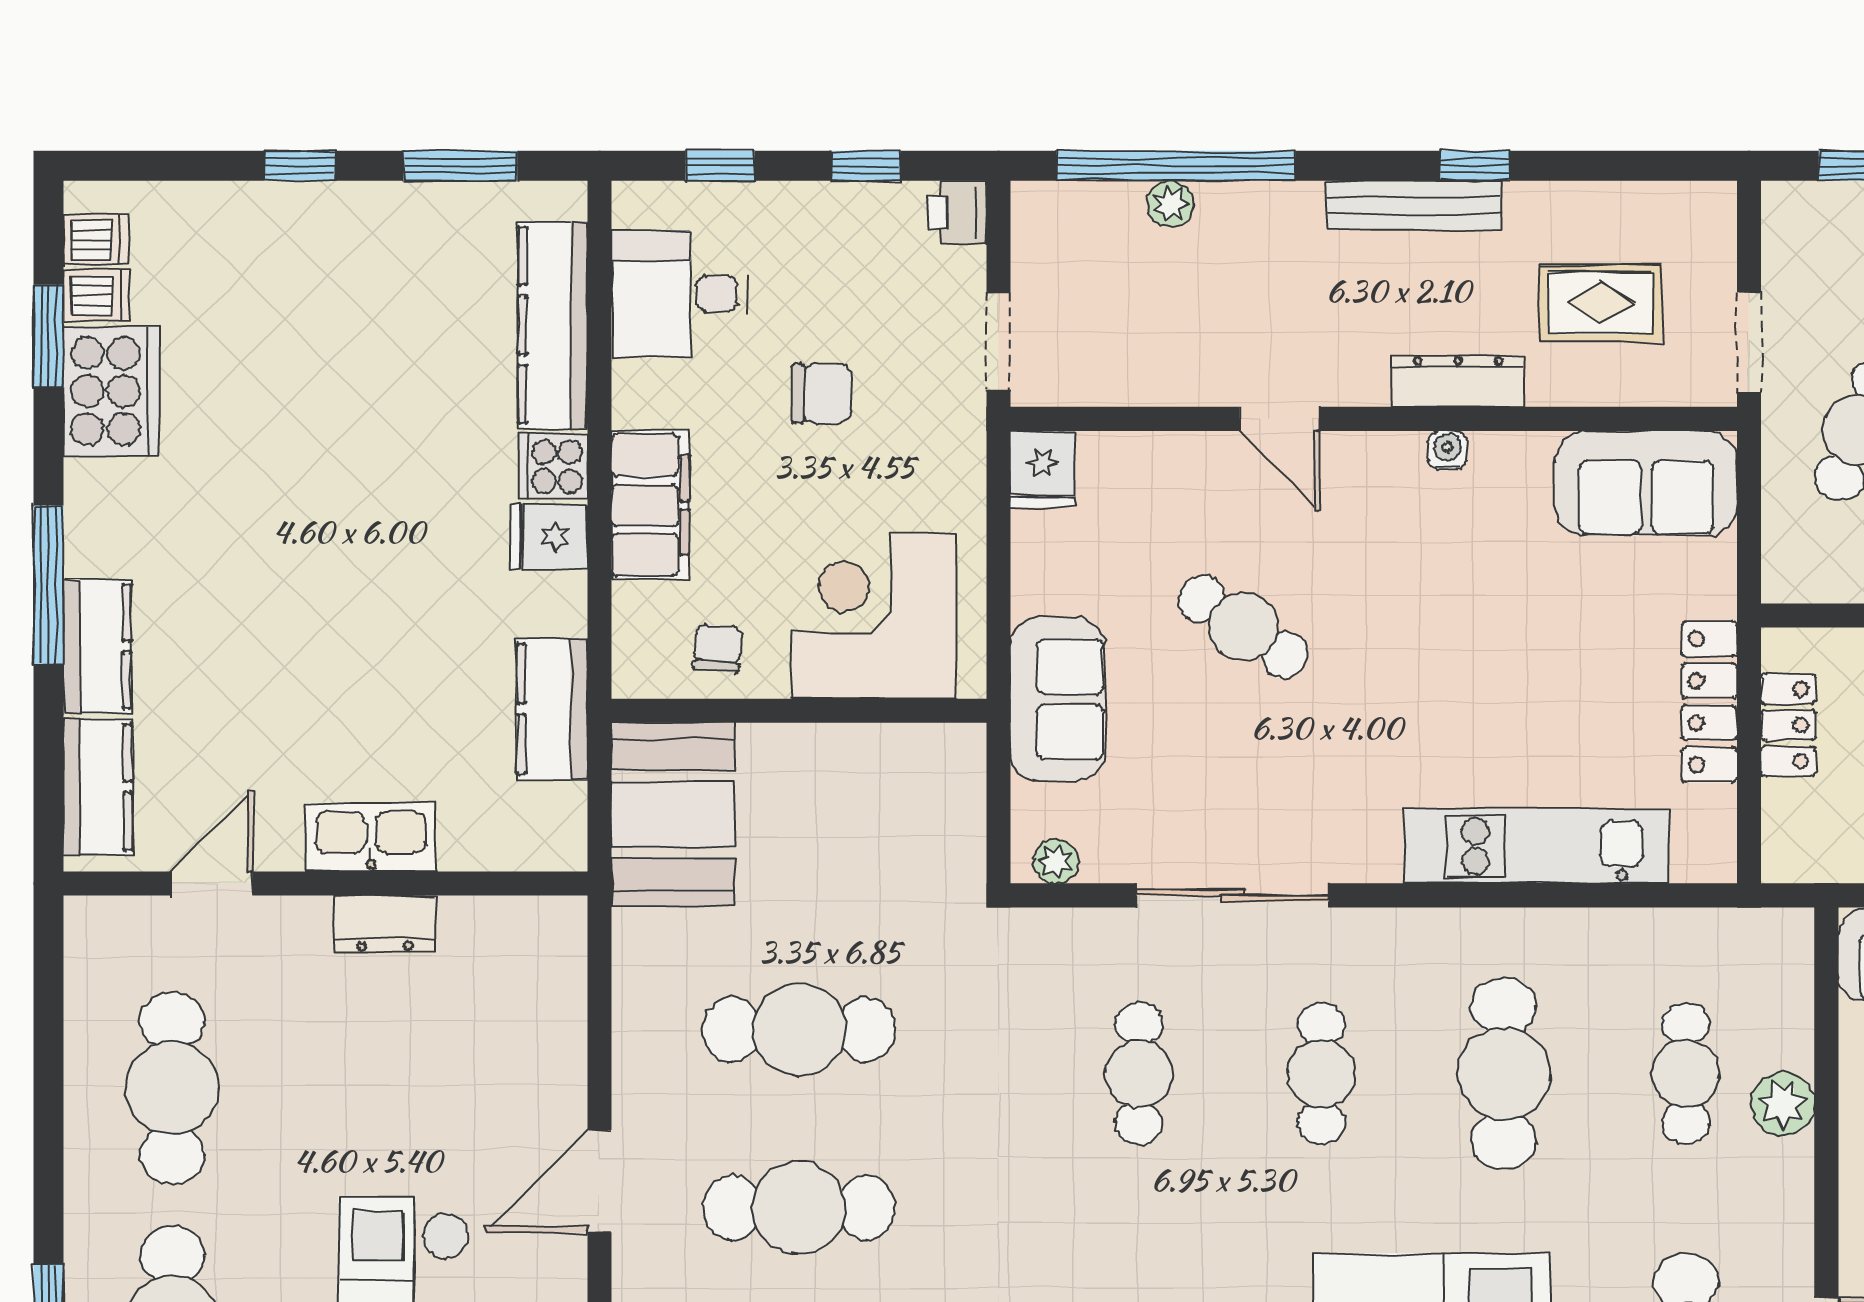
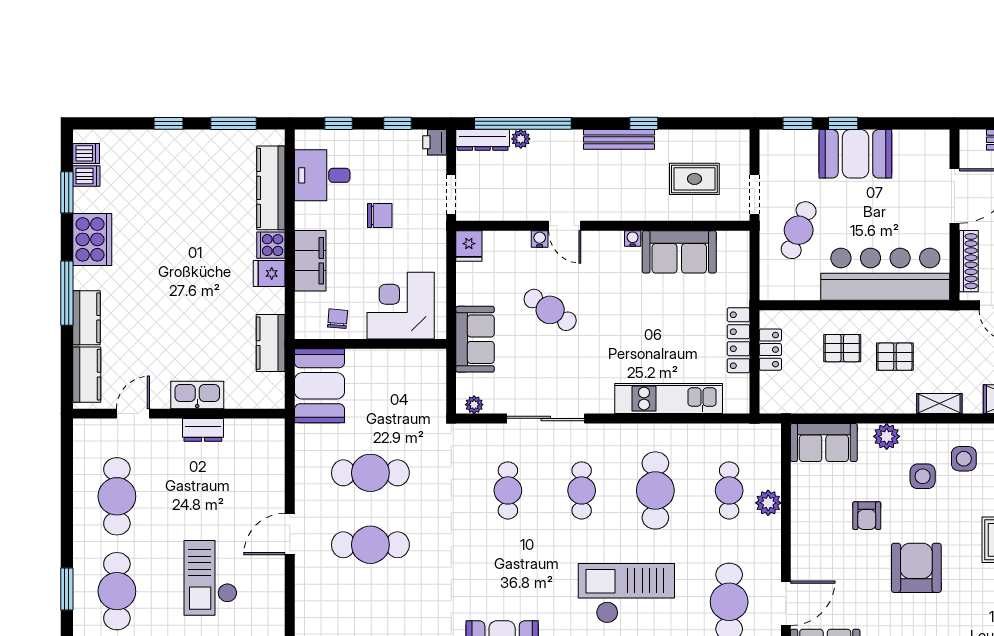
dresser: (1458, 381) -> (483, 140), moved, turned 180
cooker: (111, 391) -> (92, 239), moved
water cooler: (1217, 451) -> (540, 239), added
sofa: (1646, 483) -> (679, 252), moved

